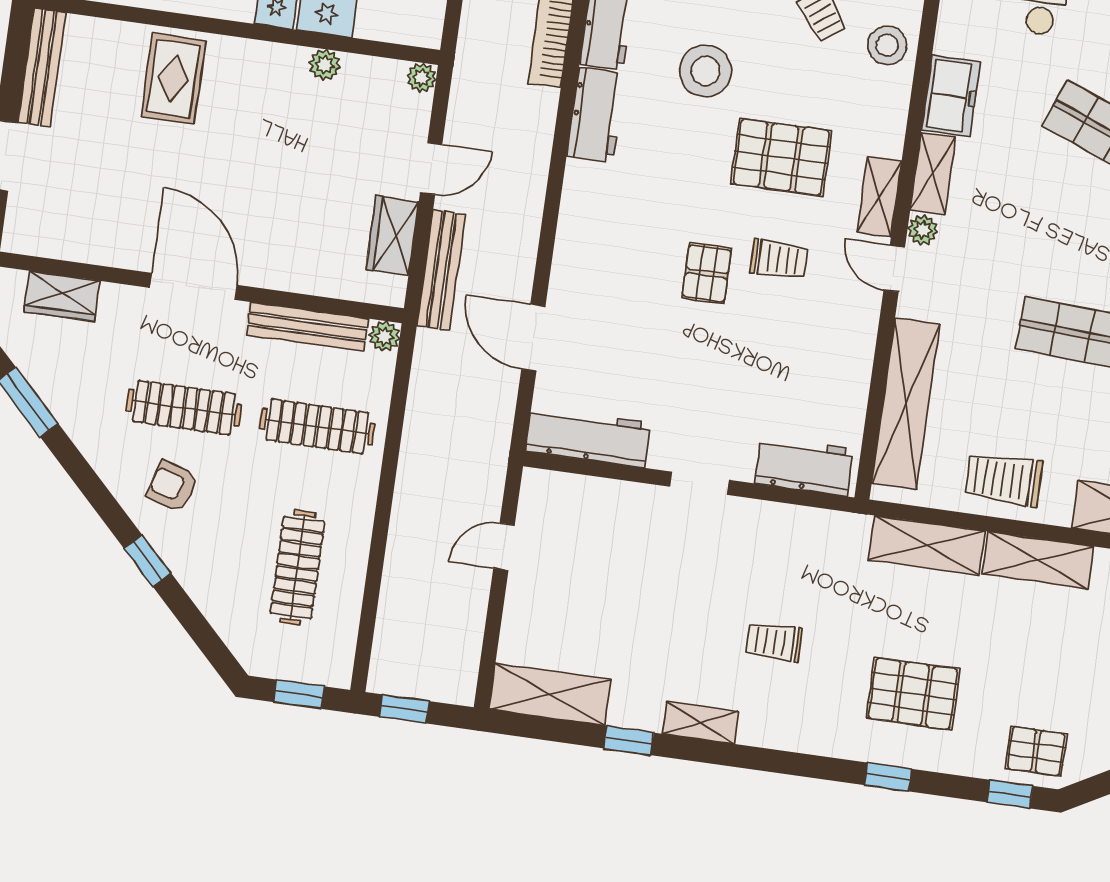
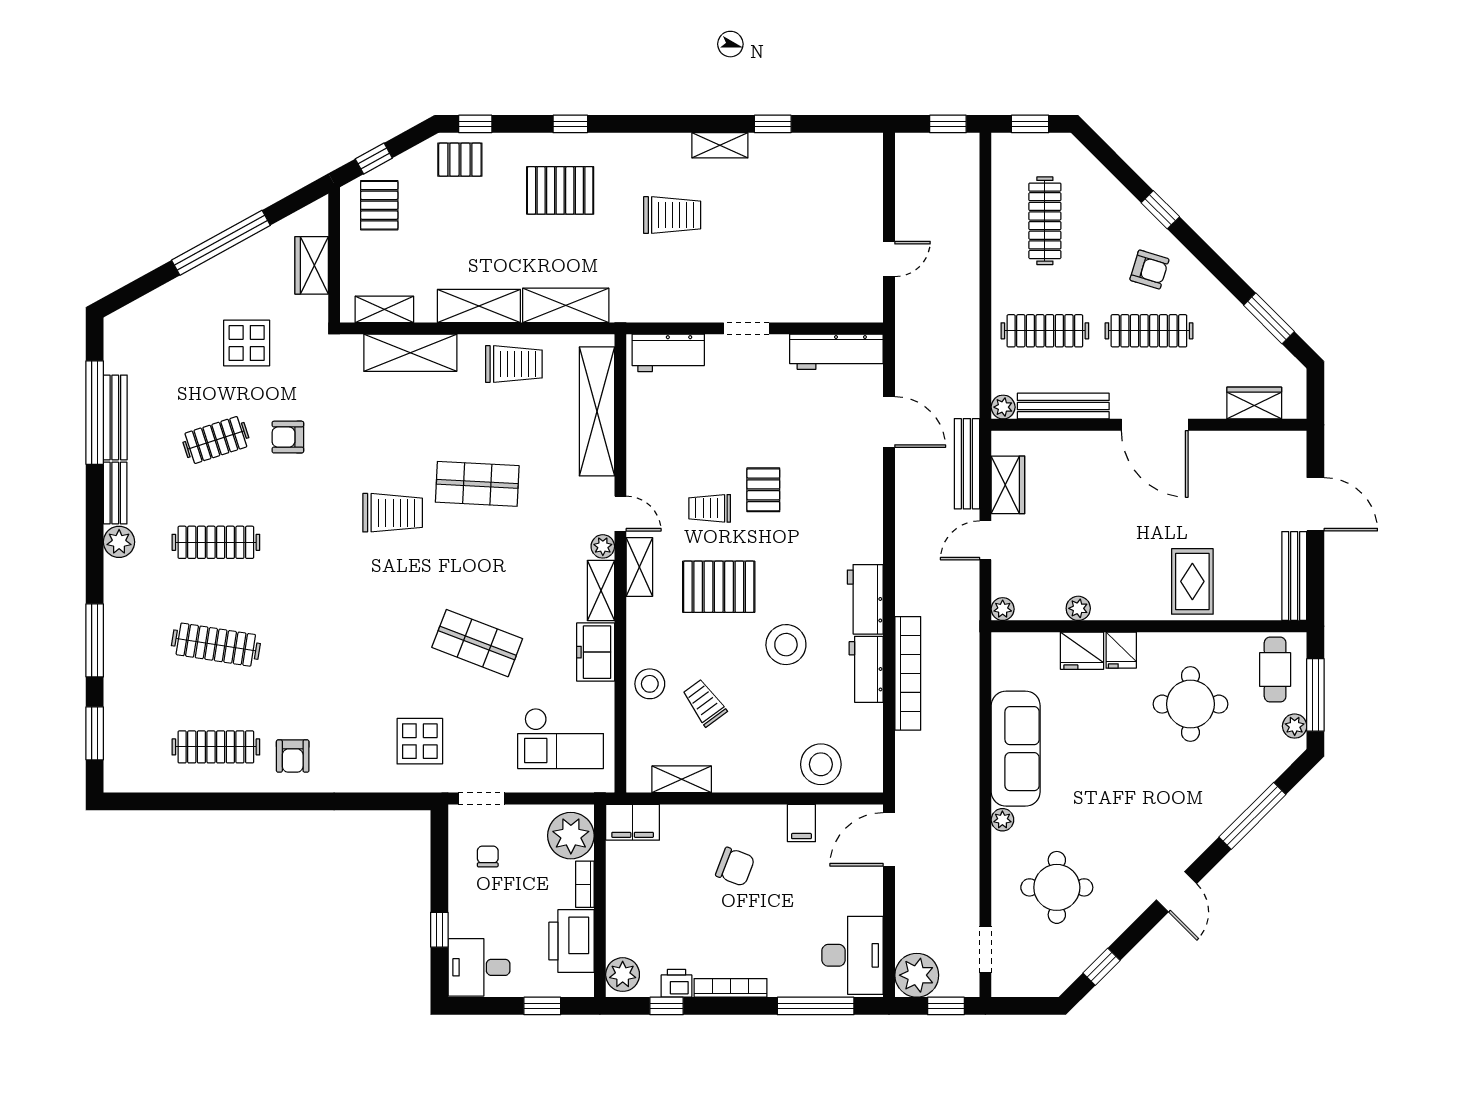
trolley: (774, 642) -> (672, 215), width x1.36, depth x1.39
shelving: (550, 694) -> (838, 151), removed

